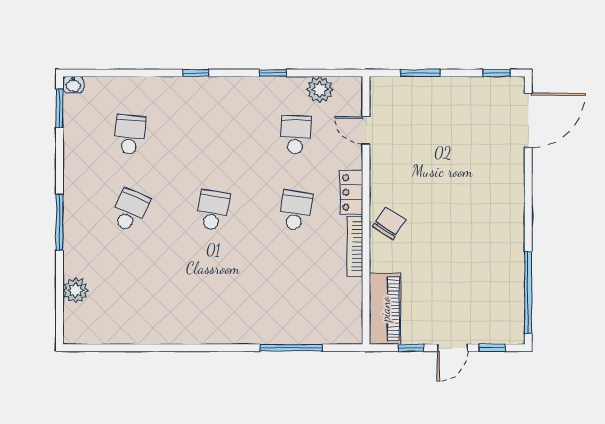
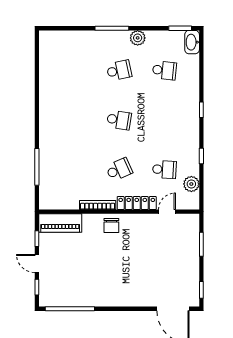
washbasin: (73, 85) -> (192, 42), width x1.91, depth x1.45
locker: (351, 192) -> (137, 203), width x1.53
school desk: (130, 210) -> (119, 70), turned -36
school desk: (295, 210) -> (119, 169), turned -33
chair: (389, 223) -> (111, 226), turned 57
plant: (76, 290) -> (138, 38), moved

